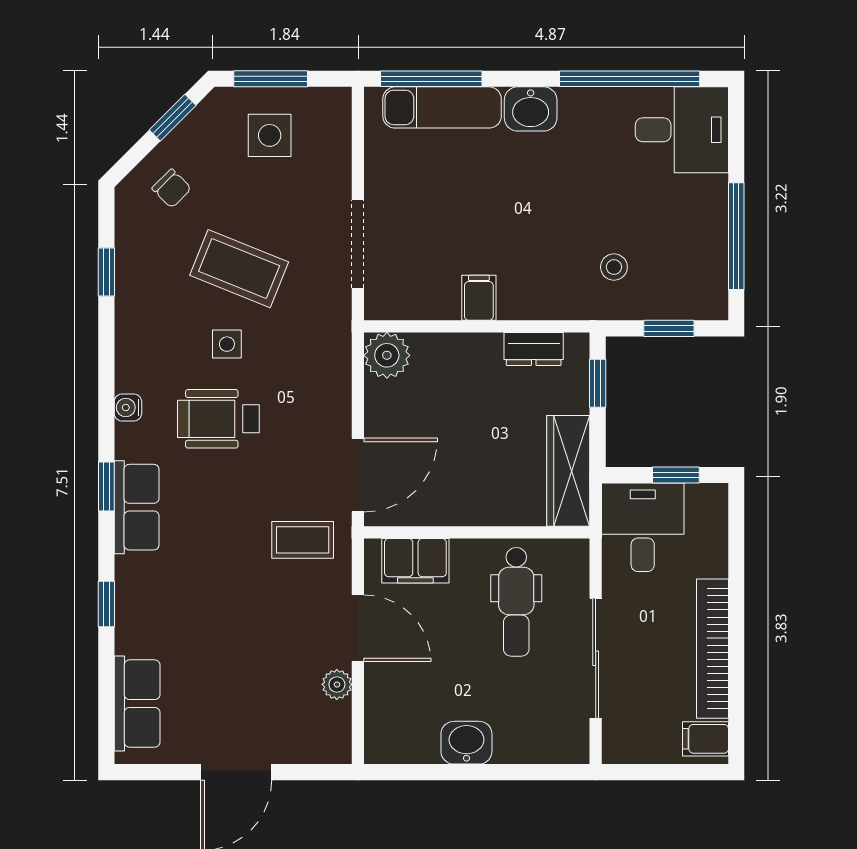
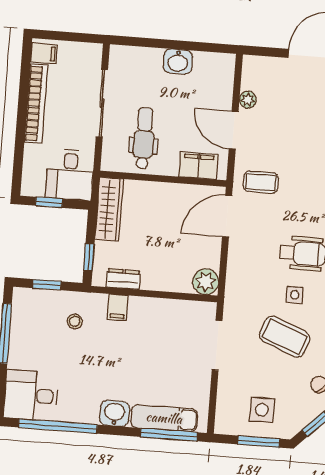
filing cabinet: (479, 298) -> (118, 307), moved

